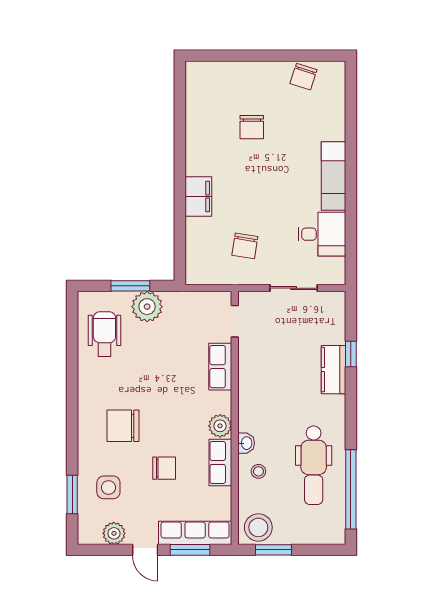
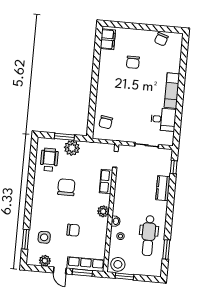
filing cabinet: (198, 196) -> (108, 39), moved
chair: (245, 246) -> (106, 122), moved
window: (351, 354) -> (174, 167), moved
chair: (123, 426) -> (66, 187), moved, turned 90
row of seats: (220, 462) -> (102, 230), removed
window: (351, 489) -> (166, 249), width x0.47

